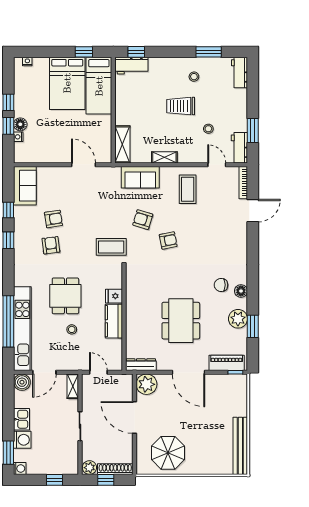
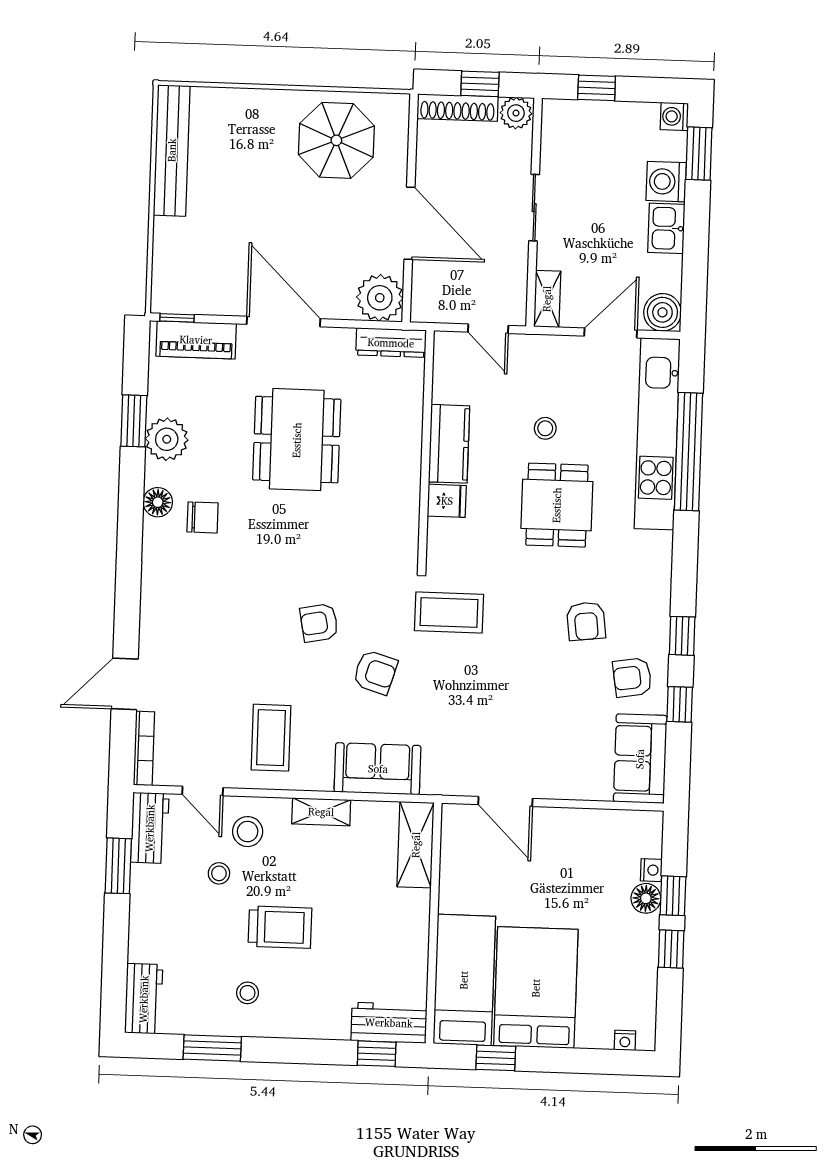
stool: (196, 148) -> (248, 832), added
armchair: (53, 219) -> (632, 677), moved

